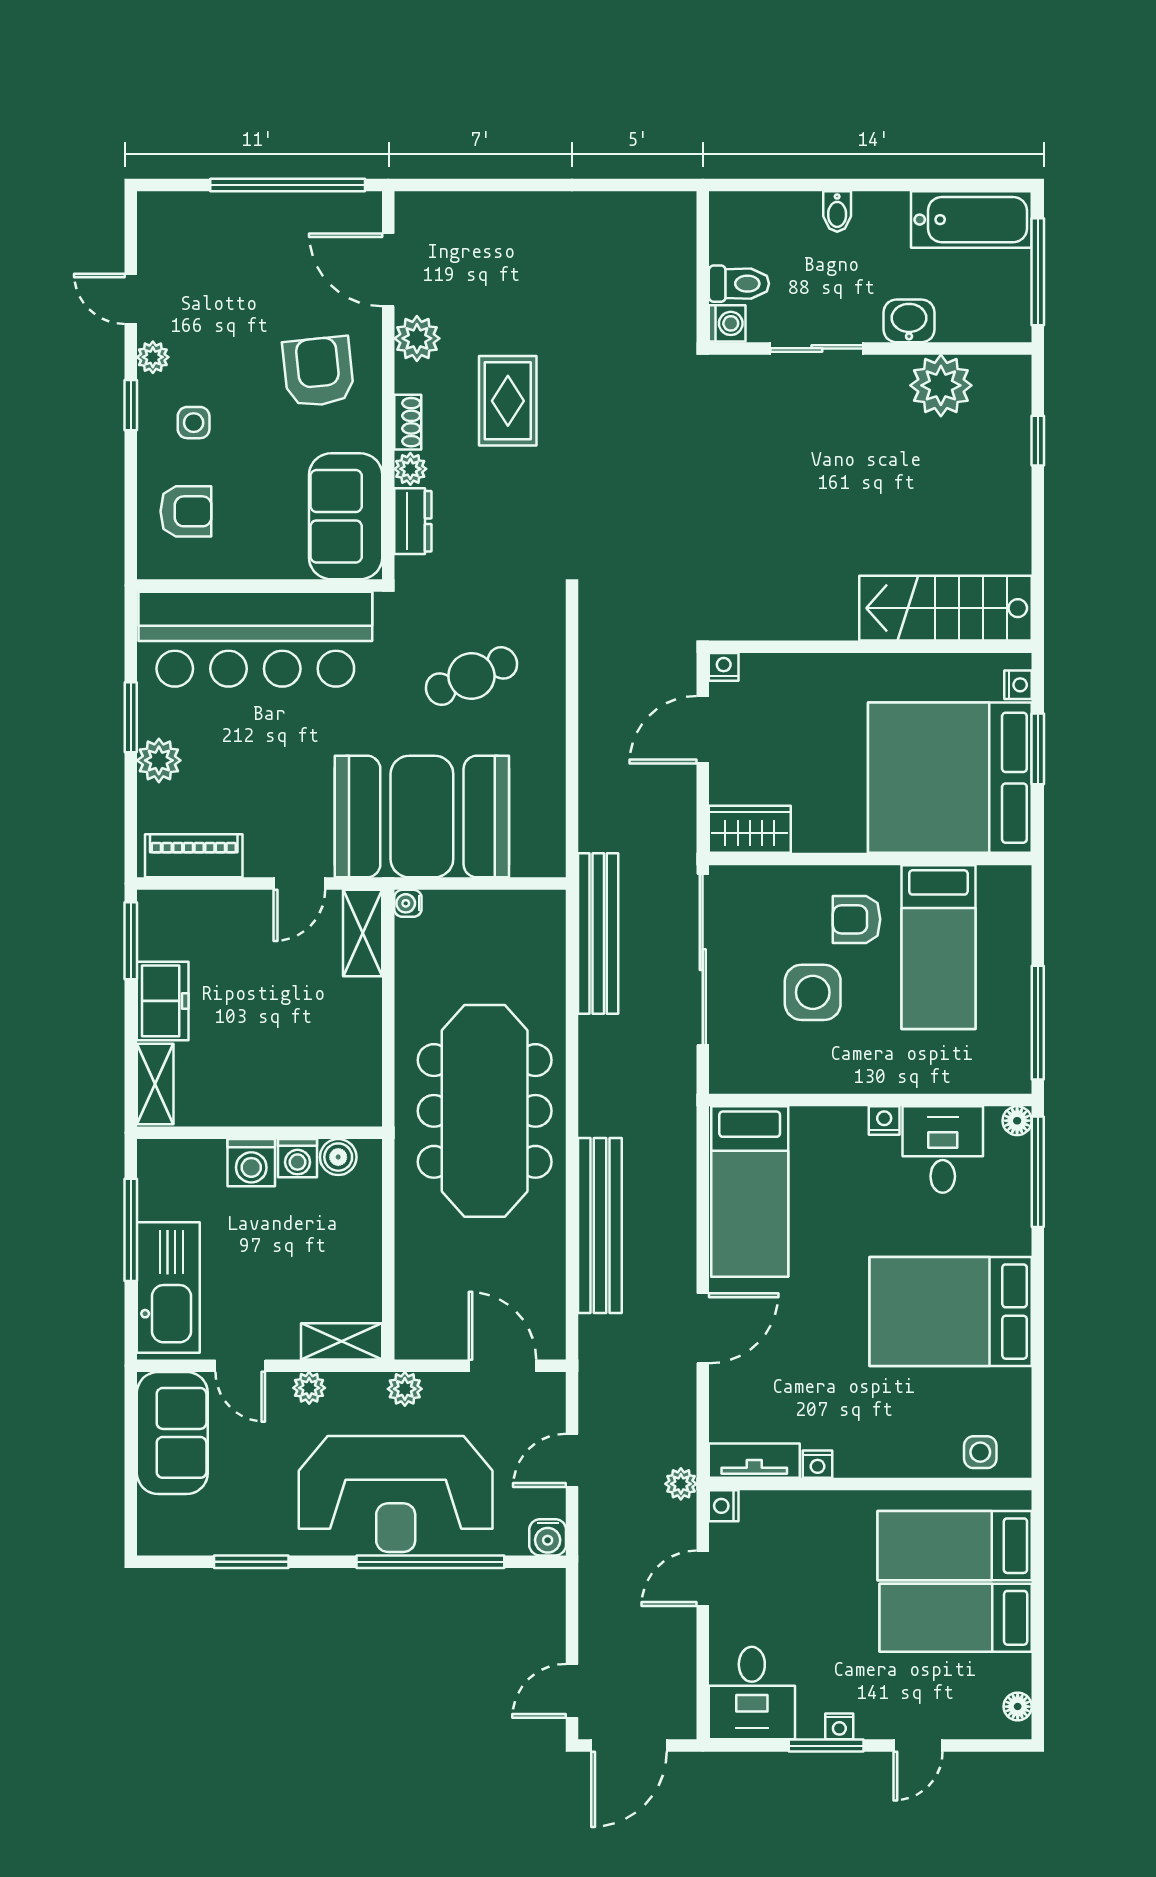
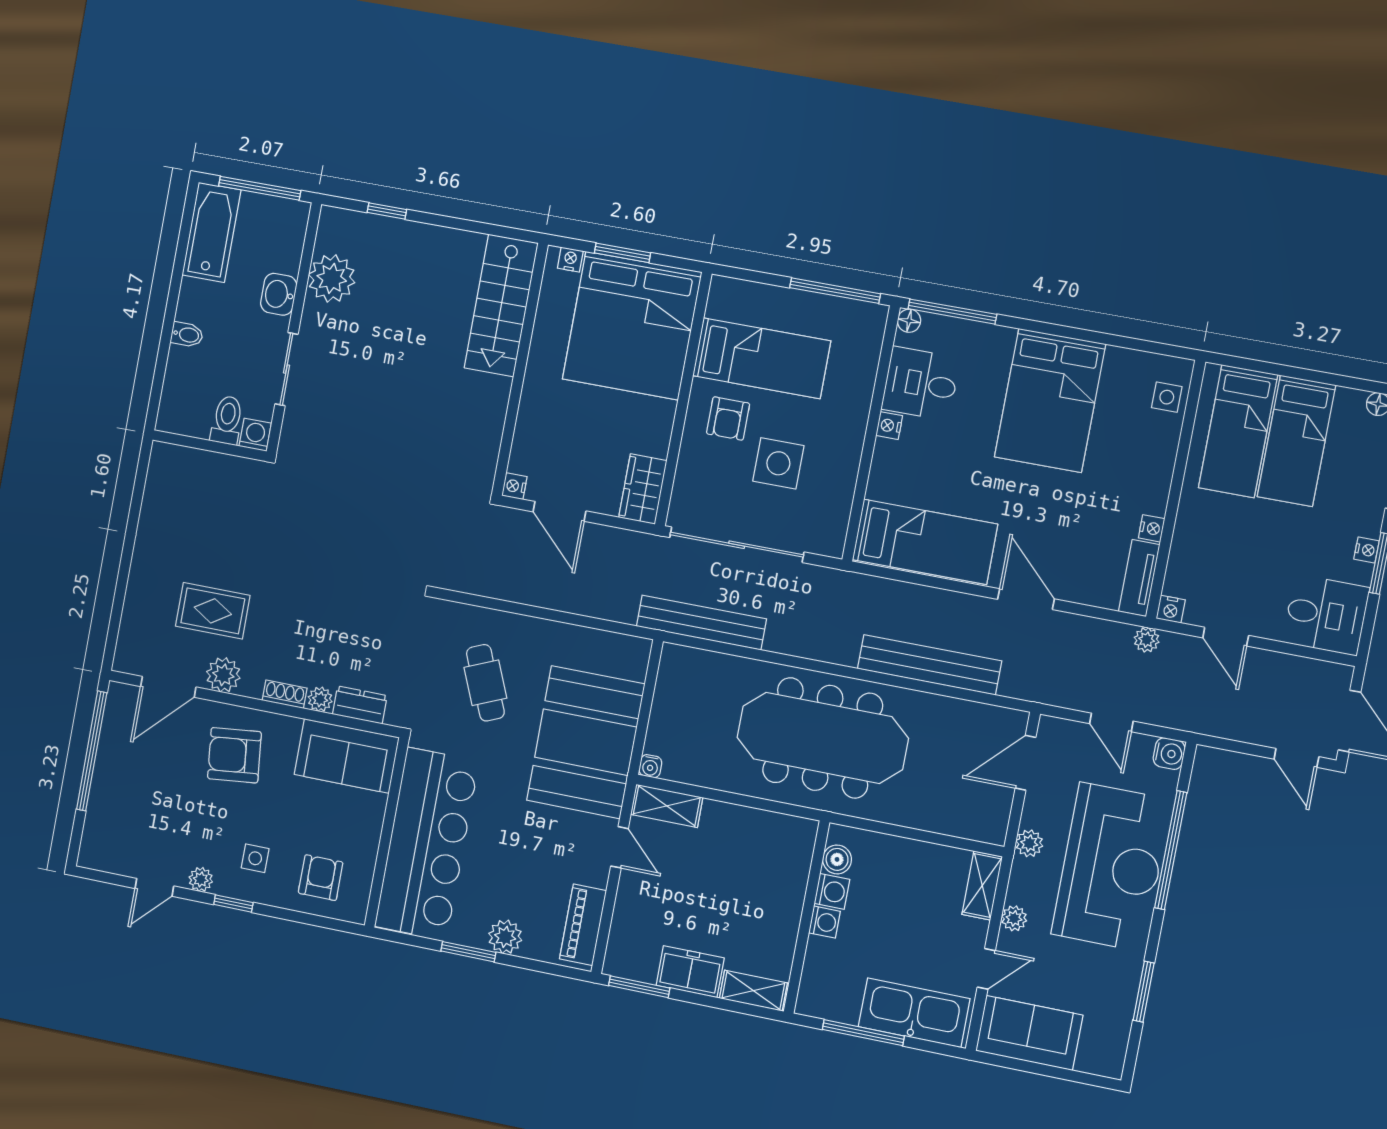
rug: (508, 401) -> (213, 611), moved
washing machine: (251, 1163) -> (824, 922), width x0.73, depth x0.73

